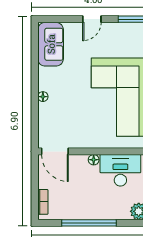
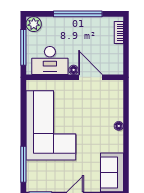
door: (55, 151) -> (90, 77), moved

